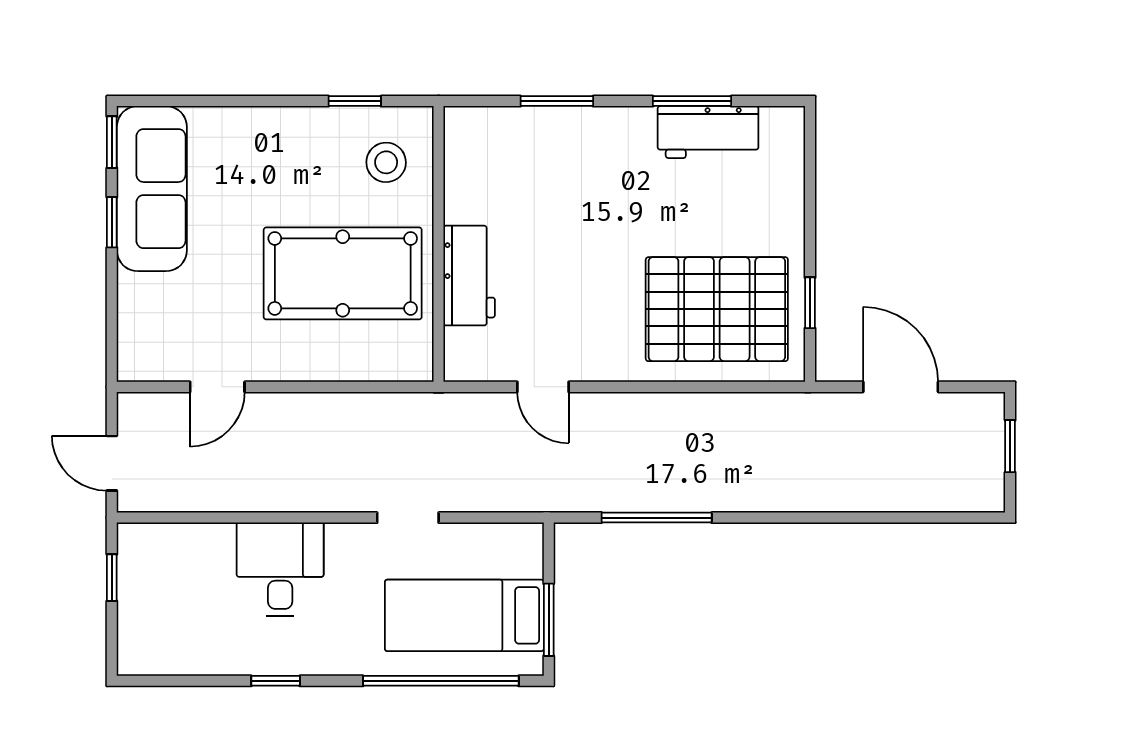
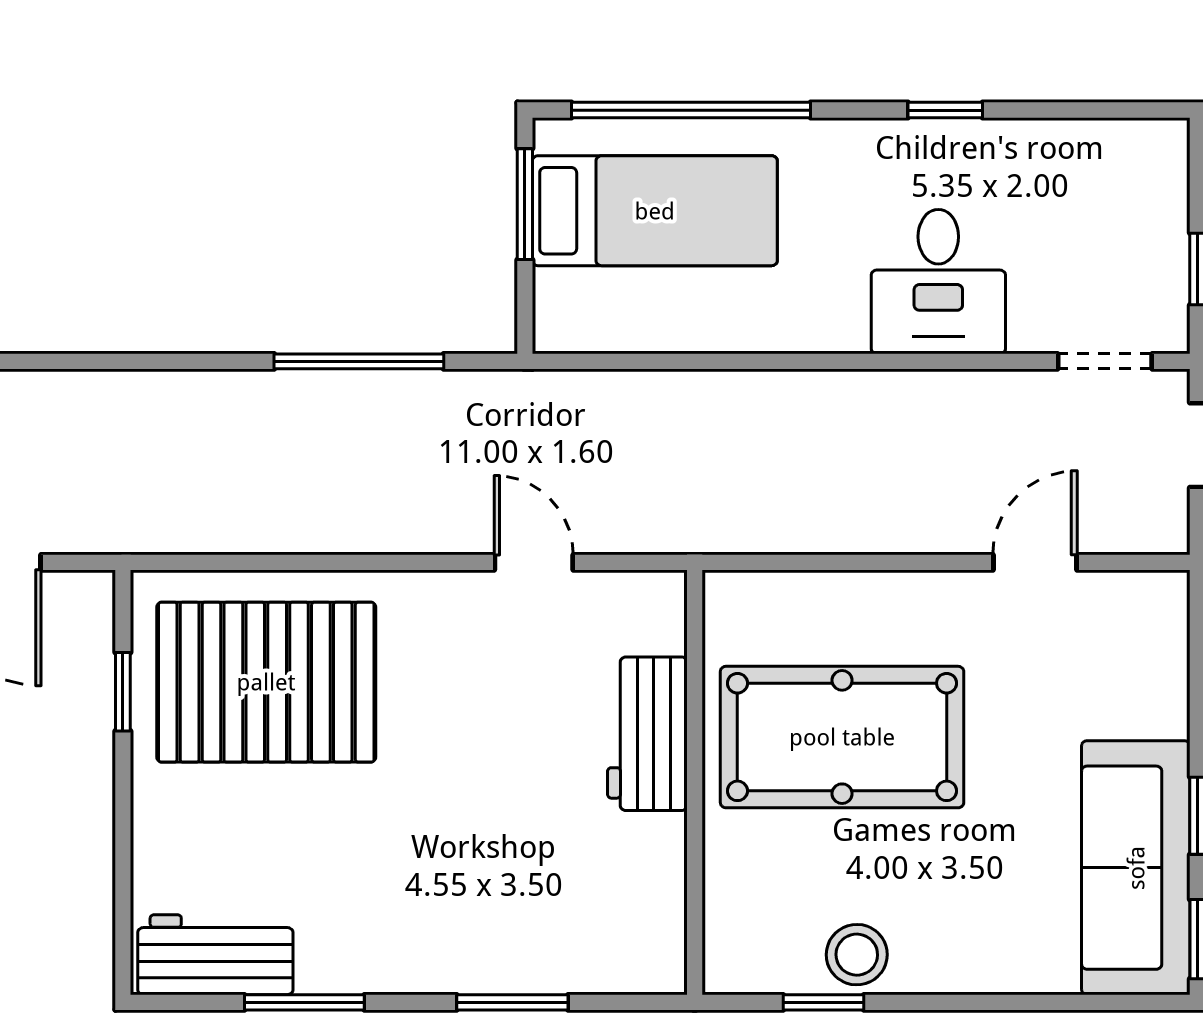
workbench: (708, 132) -> (215, 955), moved
stool: (386, 162) -> (857, 955), moved
doorway: (408, 518) -> (1105, 361), moved

